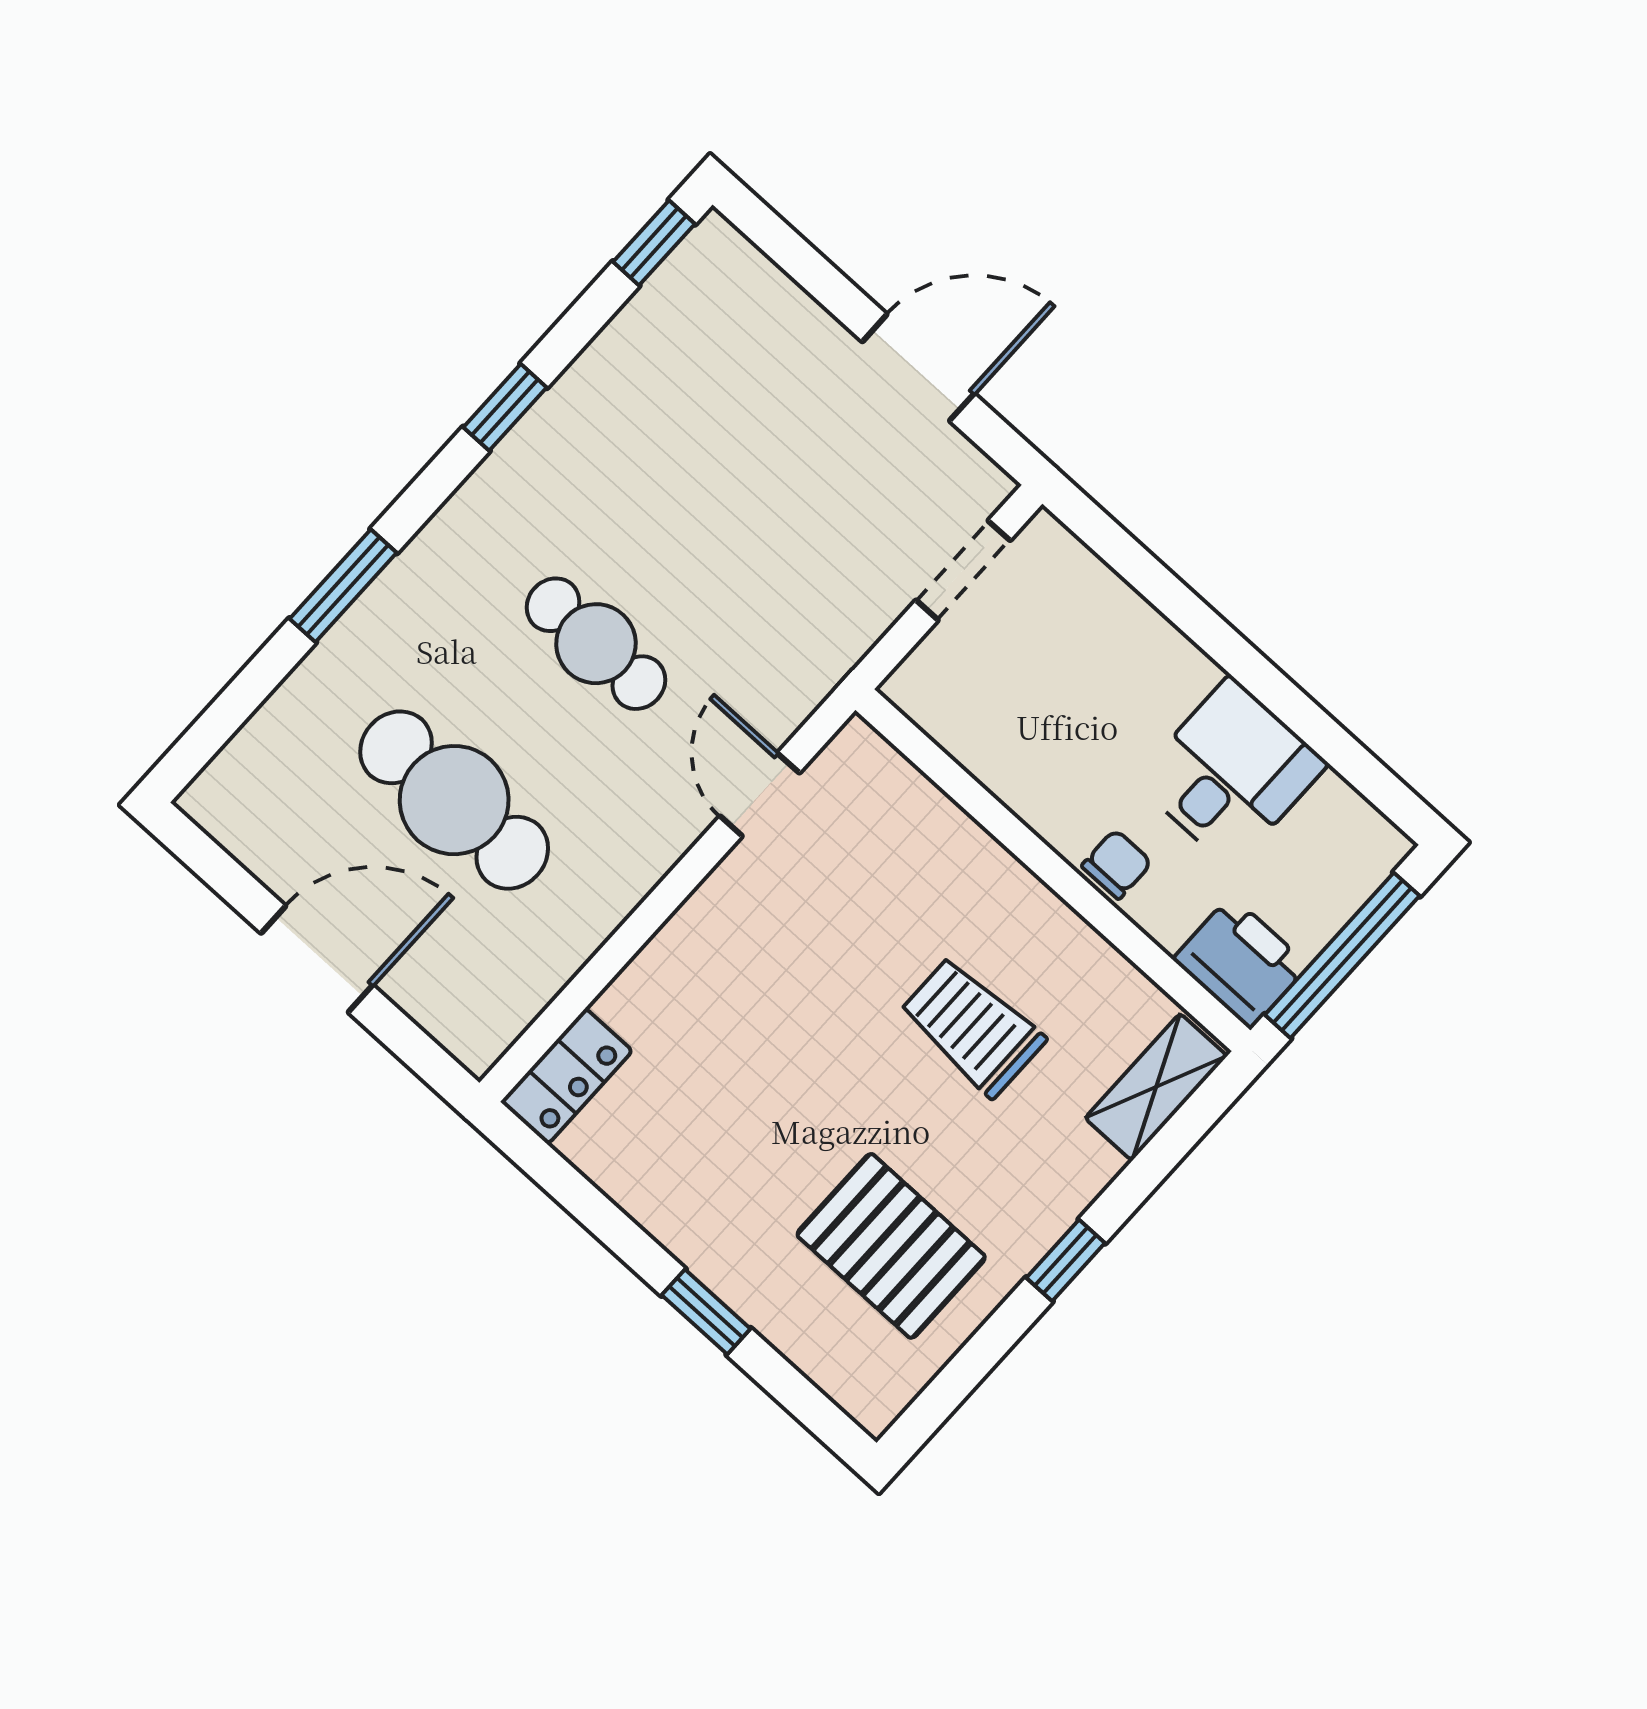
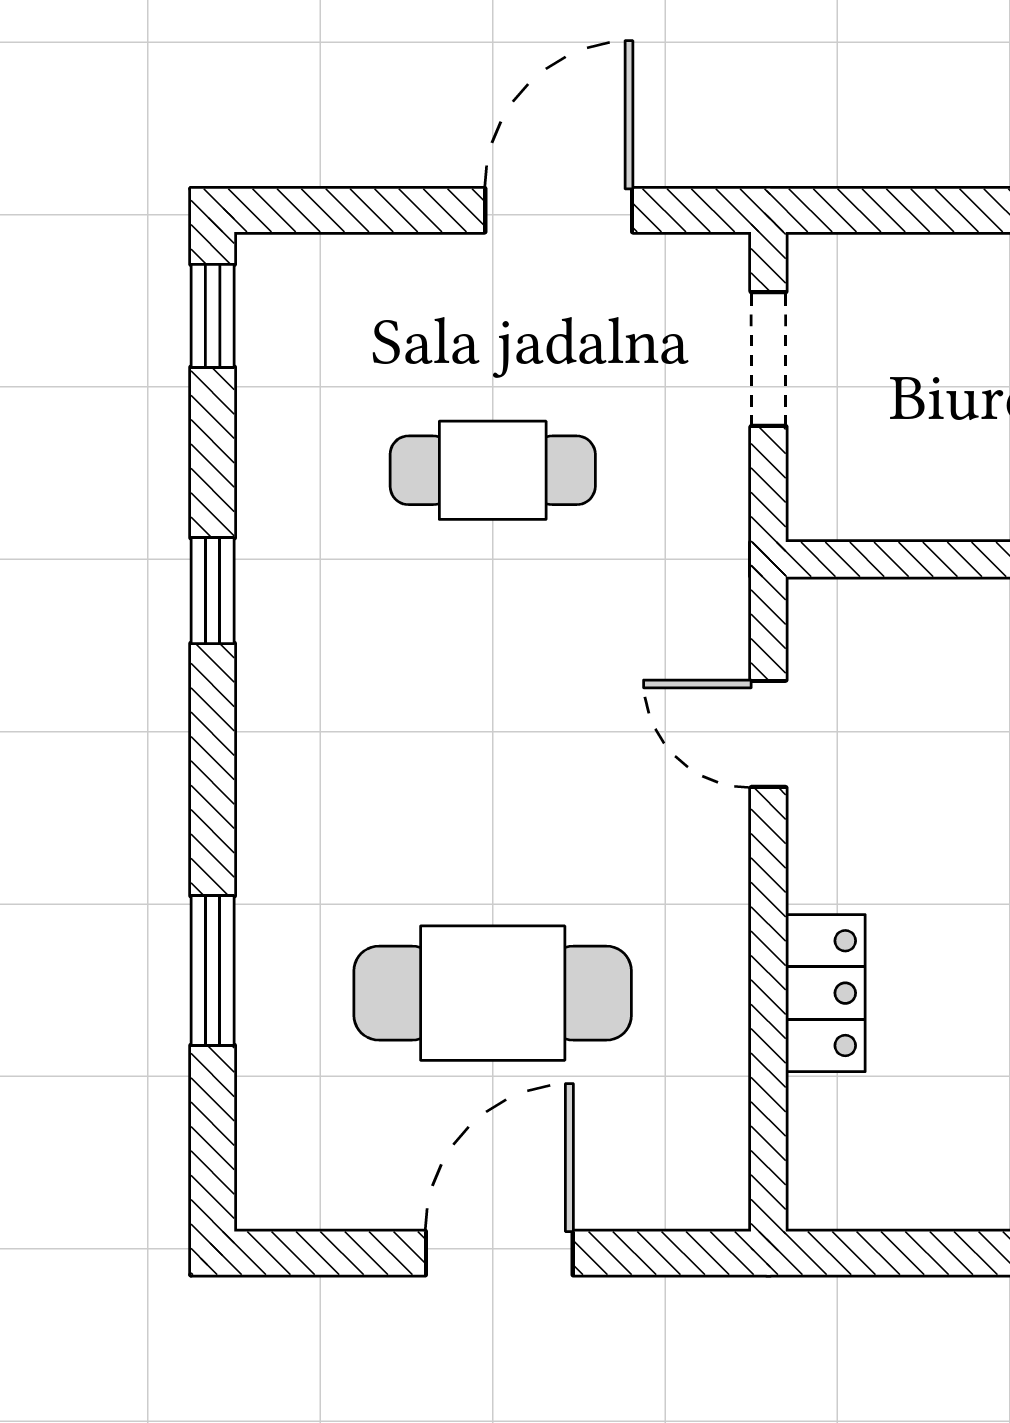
window: (343, 586) -> (213, 971), moved
cafe table: (596, 644) -> (493, 470), moved
locker: (566, 1076) -> (825, 993), moved

